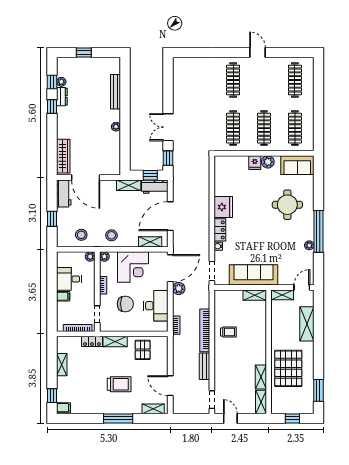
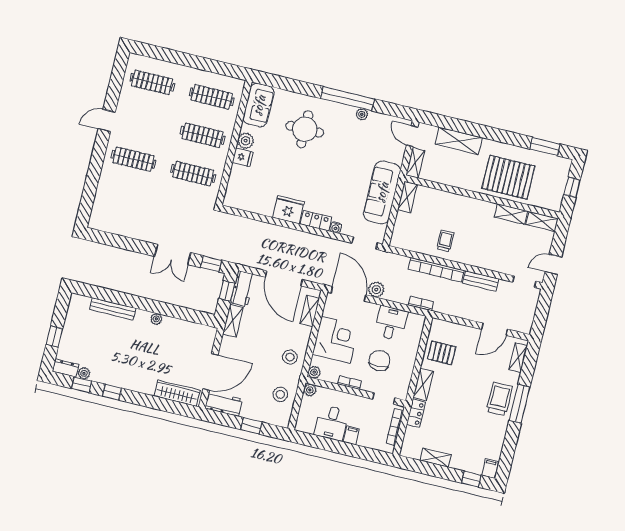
dresser: (62, 97) -> (66, 368), moved
desk: (156, 306) -> (391, 323), width x0.73
trolley: (119, 384) -> (500, 399), moved

